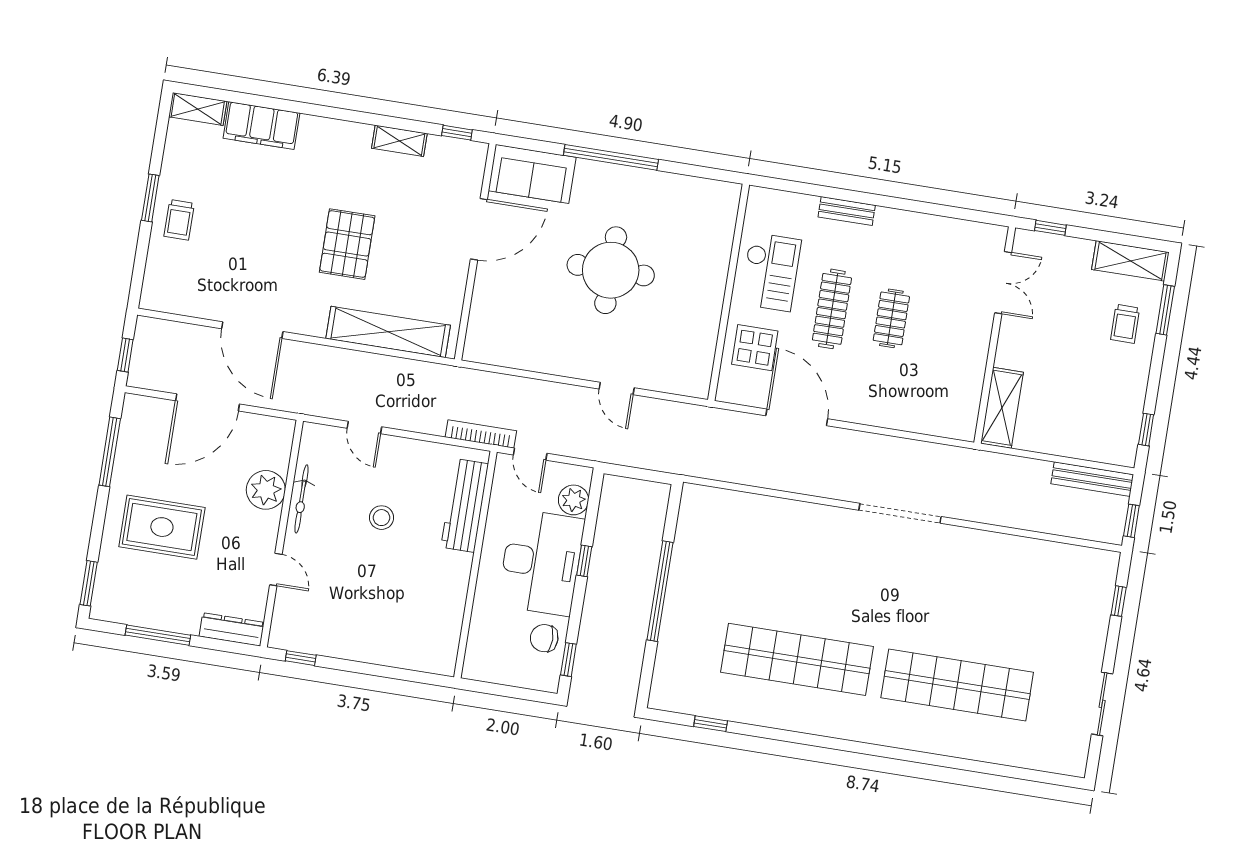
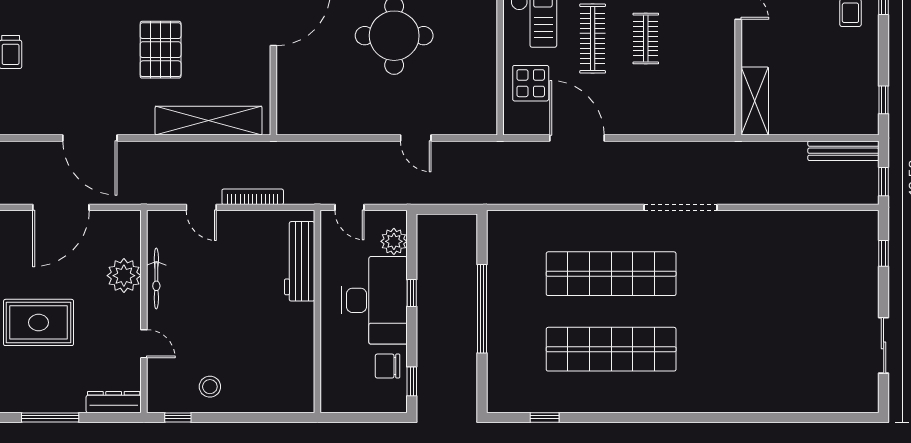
bookcase: (481, 434) -> (253, 197), moved
stool: (381, 518) -> (210, 387), moved
shop shelf: (957, 685) -> (611, 274), moved

